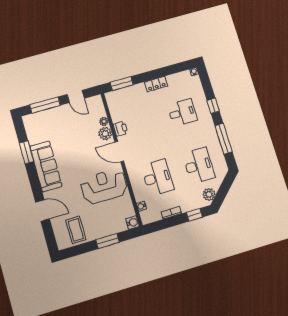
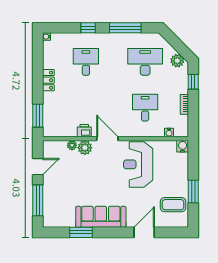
door: (119, 152) -> (107, 139), swing flipped
desk: (158, 178) -> (145, 108), width x0.73
window: (108, 241) -> (193, 192), moved

